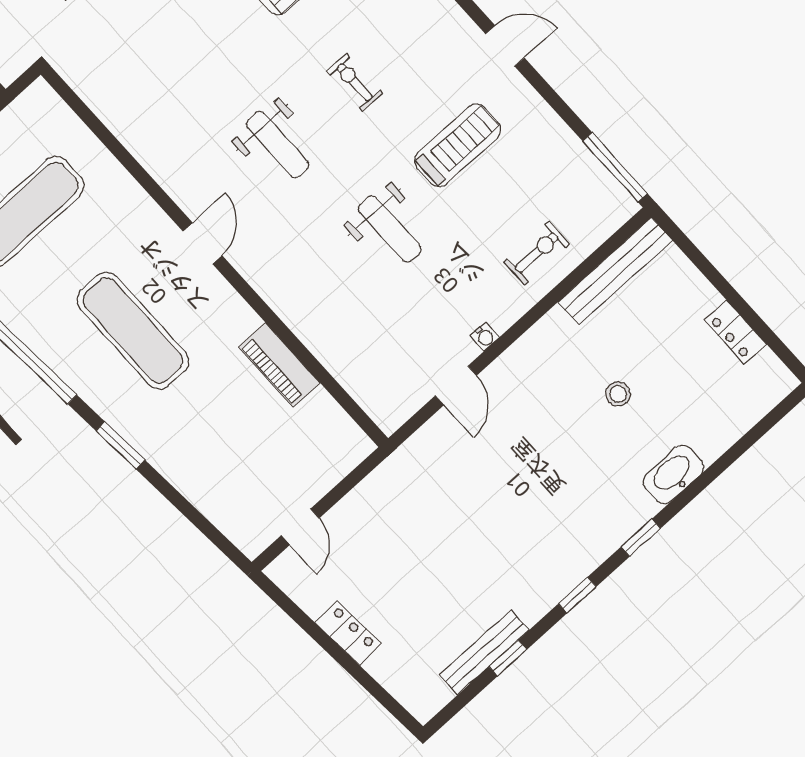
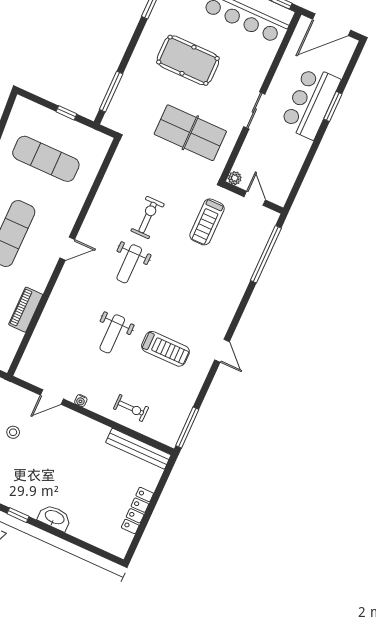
exercise bike: (355, 82) -> (148, 217), moved, width x1.38, depth x1.39
locker: (735, 332) -> (137, 510), width x1.53
stool: (618, 394) -> (13, 432), moved

